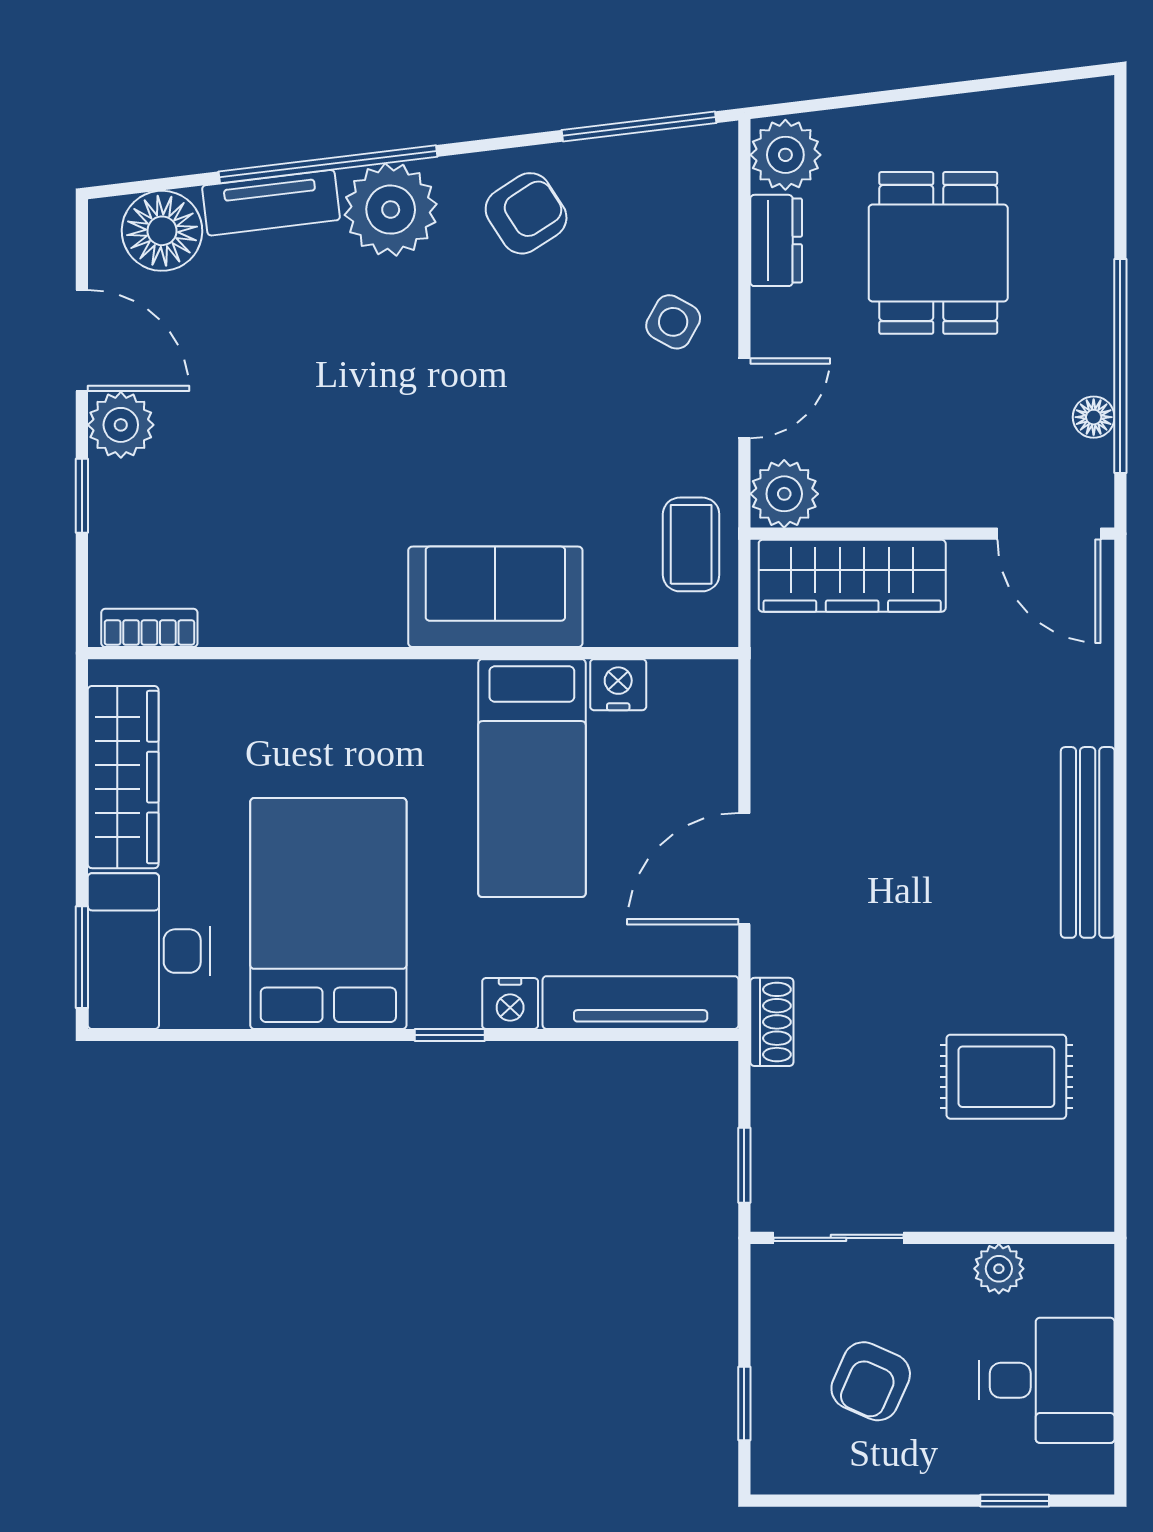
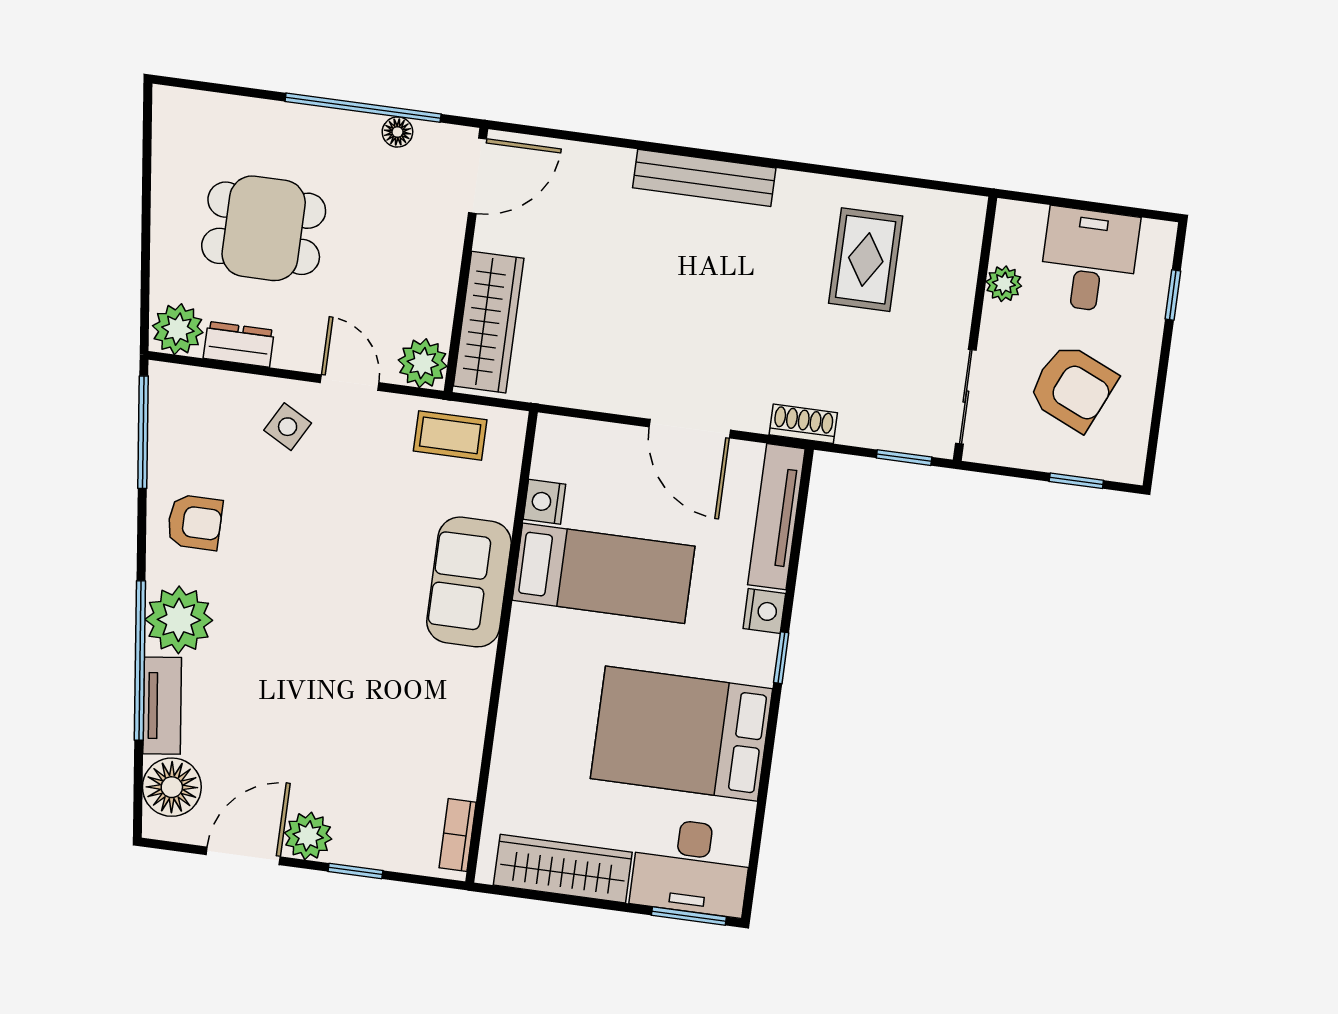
armchair: (526, 213) -> (195, 522), turned 123
armchair: (871, 1381) -> (1073, 387), width x1.38, depth x1.38

